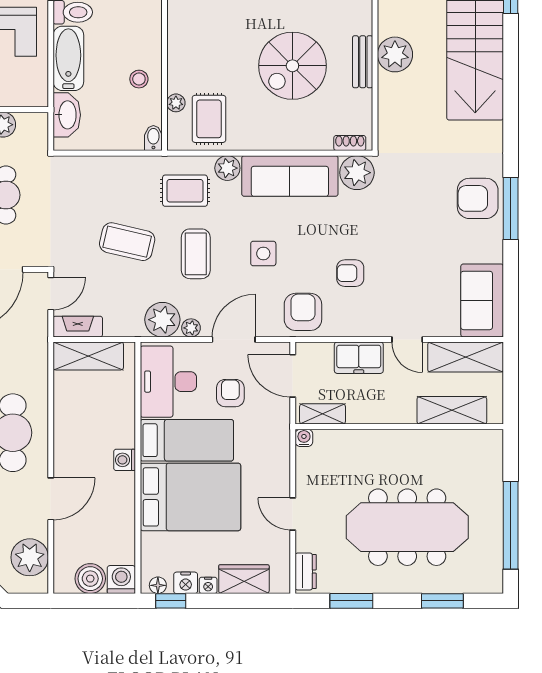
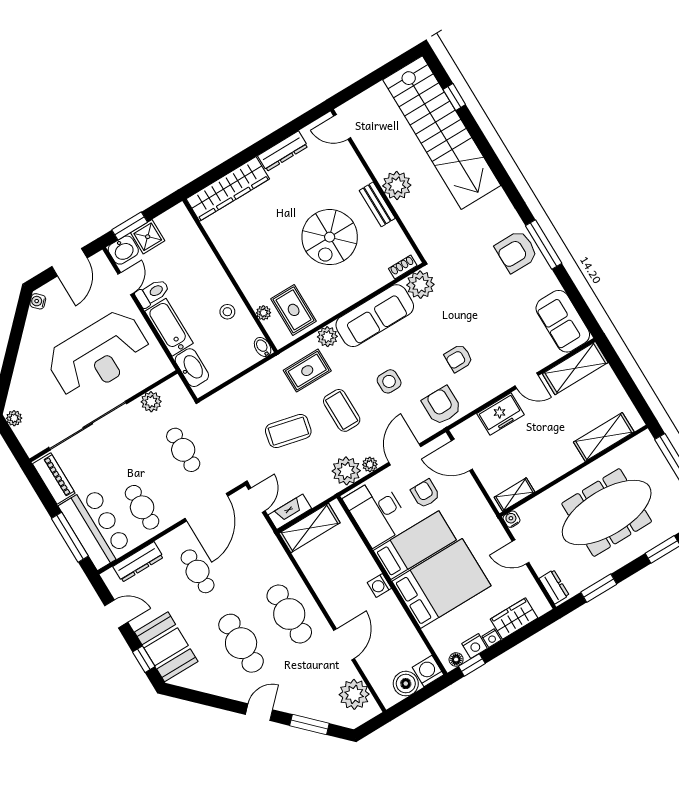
shelving: (452, 410) -> (604, 437), moved
shelving: (323, 414) -> (514, 495), moved
wall: (399, 427) -> (574, 471), moved
water cooler: (304, 438) -> (511, 519), moved

